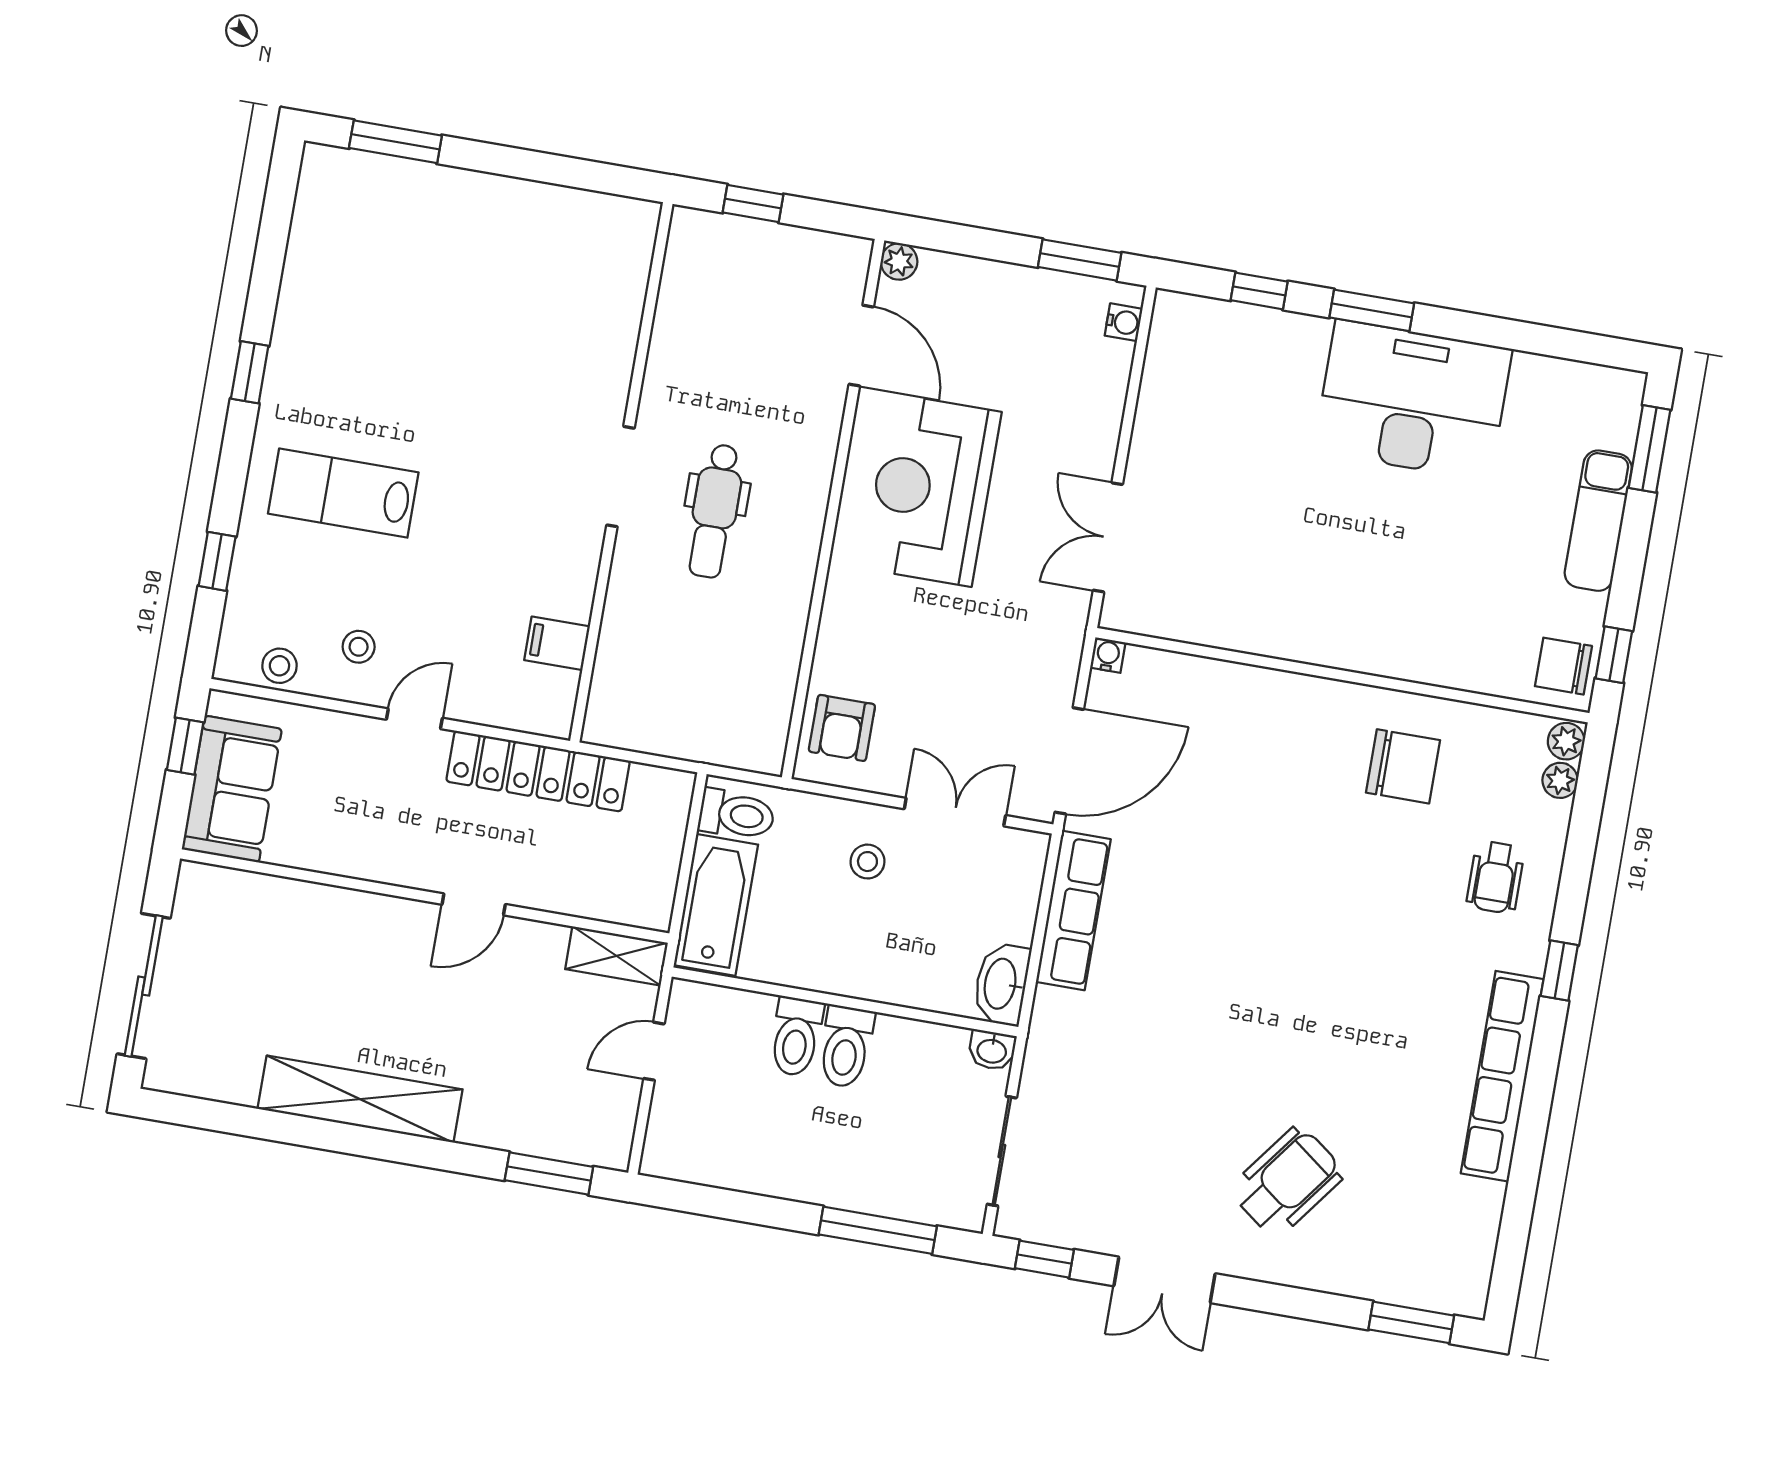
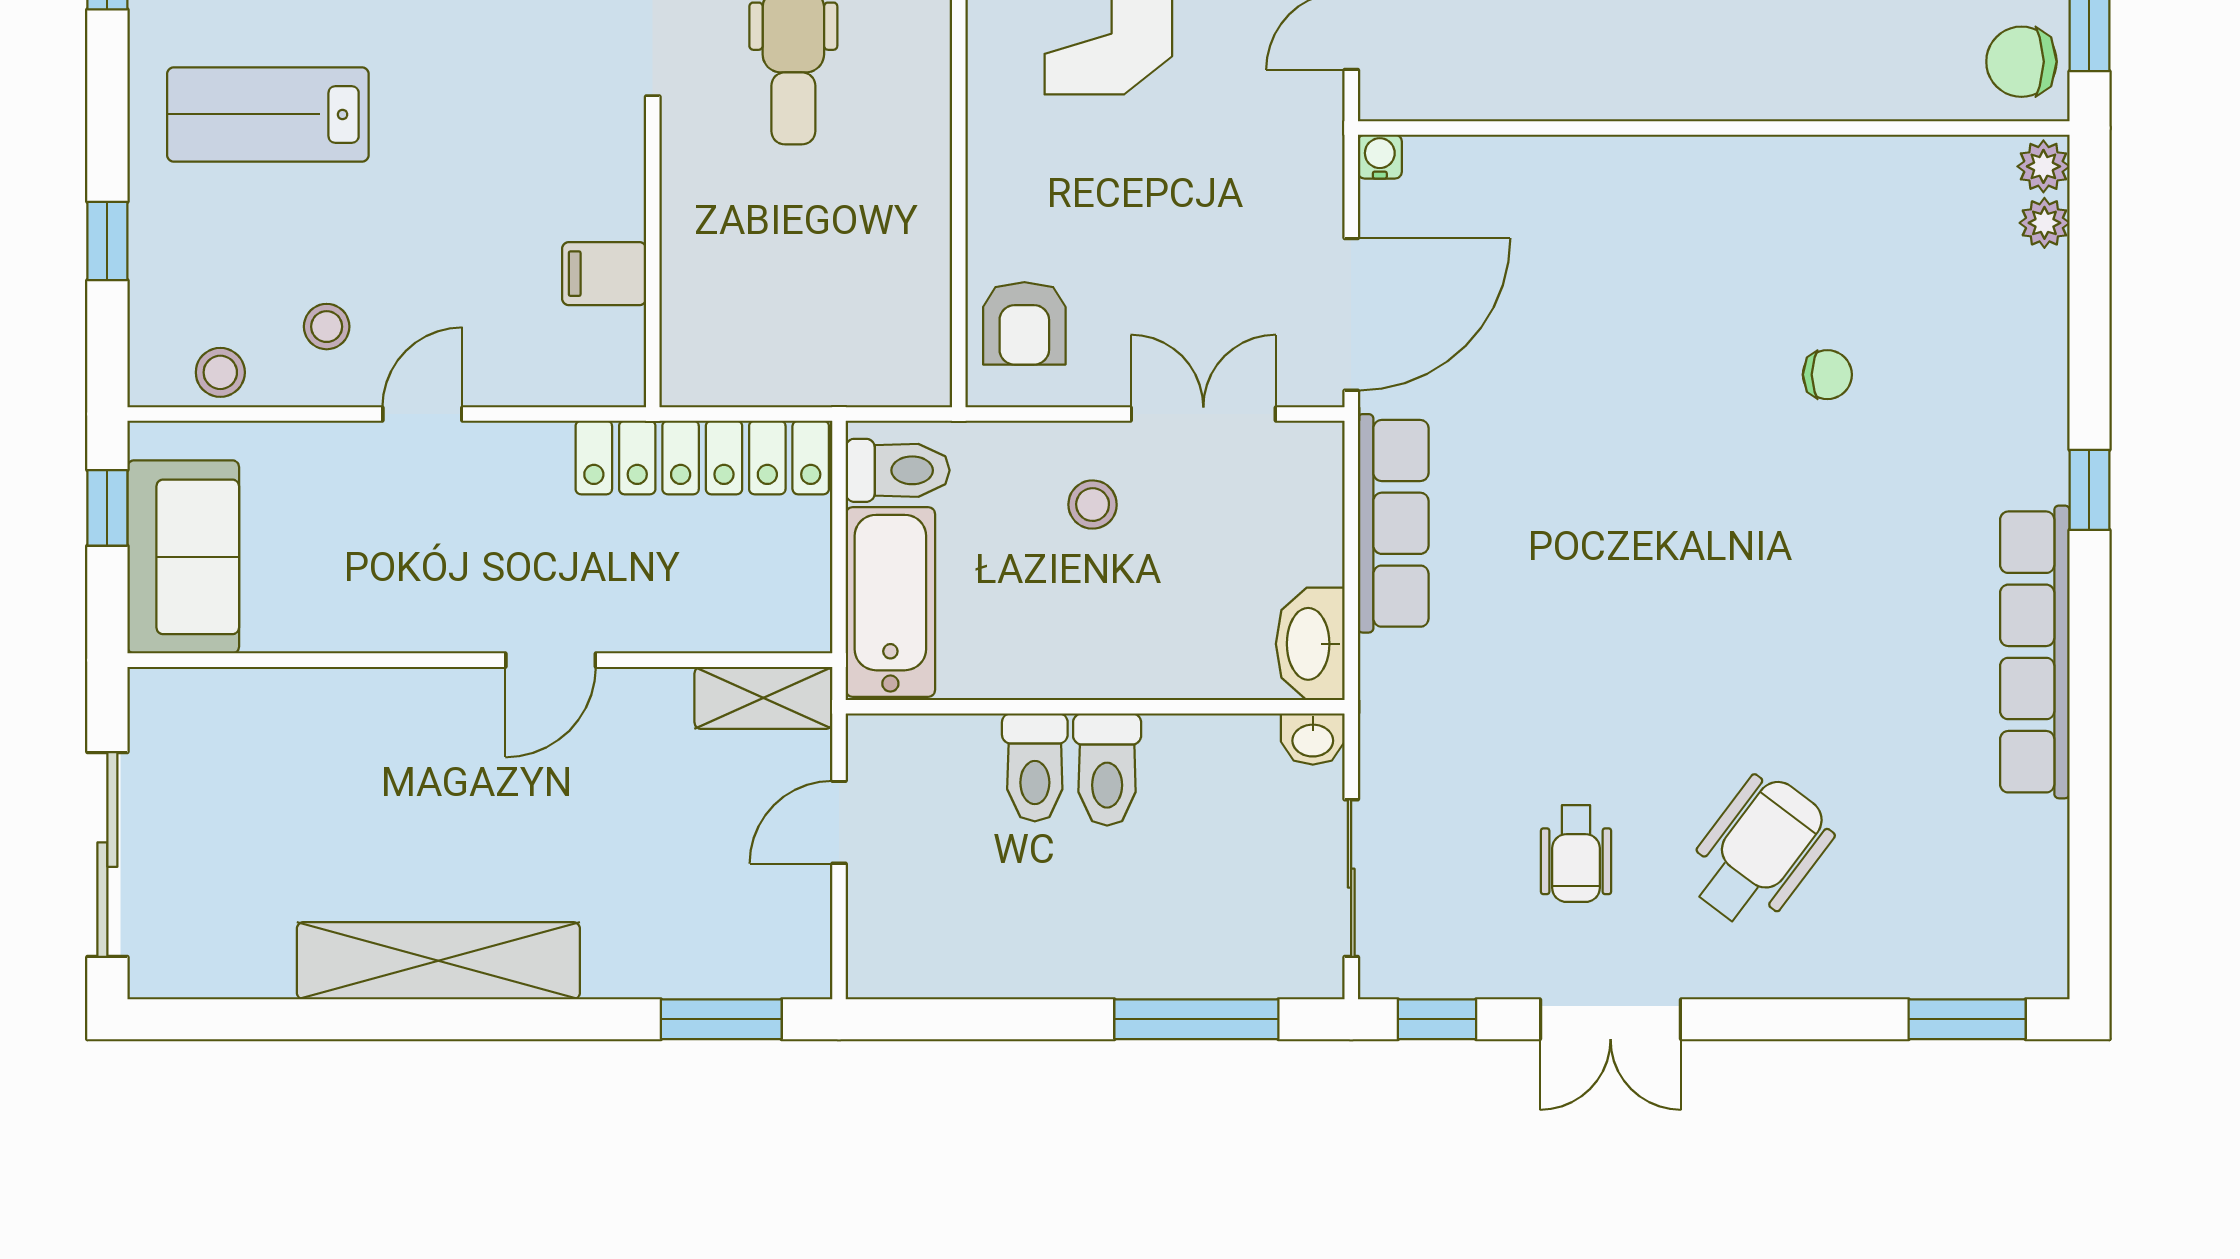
chair: (1403, 766) -> (1827, 375), moved, width x0.54, depth x0.54
locker: (538, 771) -> (702, 457), moved
wheelchair: (1495, 877) -> (1576, 854), moved

